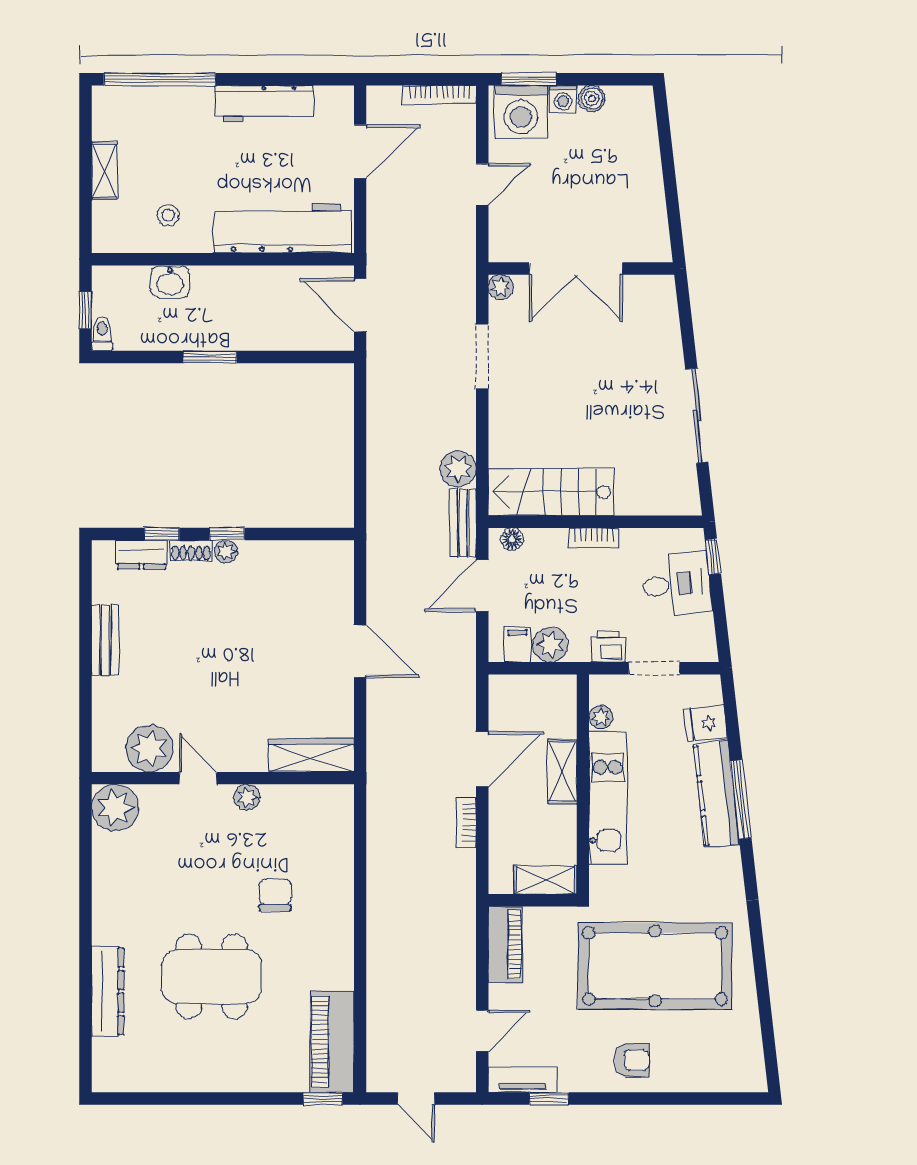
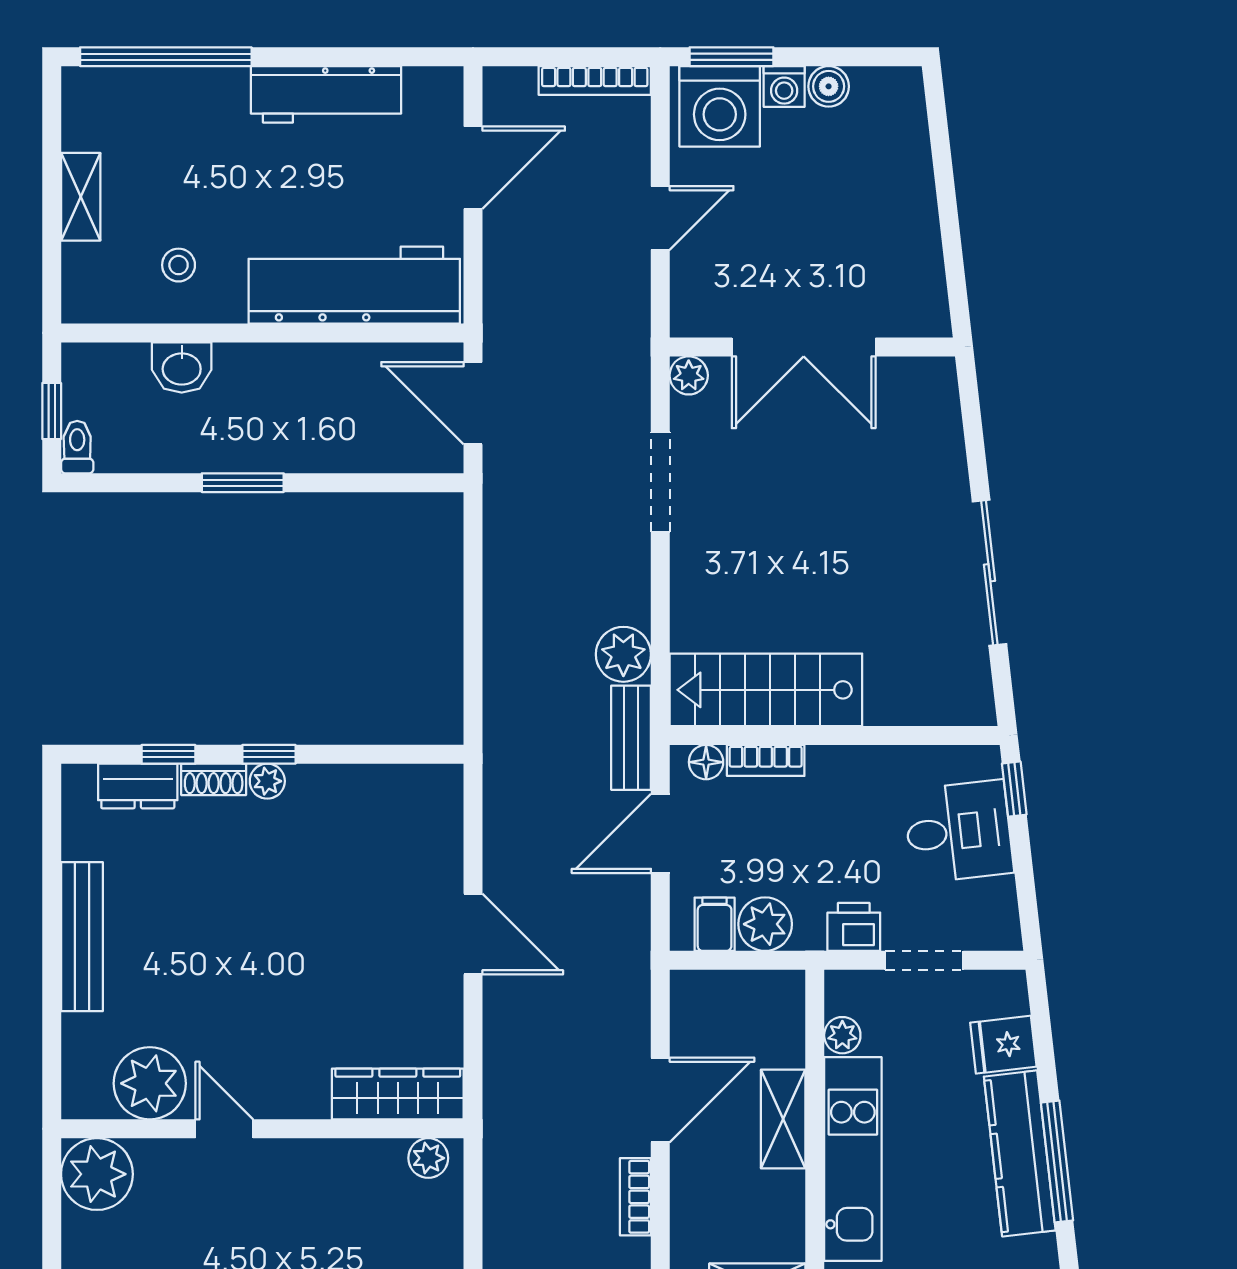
bookcase: (594, 538) -> (766, 760), moved
bench: (105, 640) -> (82, 937), width x1.36
plant: (247, 797) -> (428, 1158), moved

